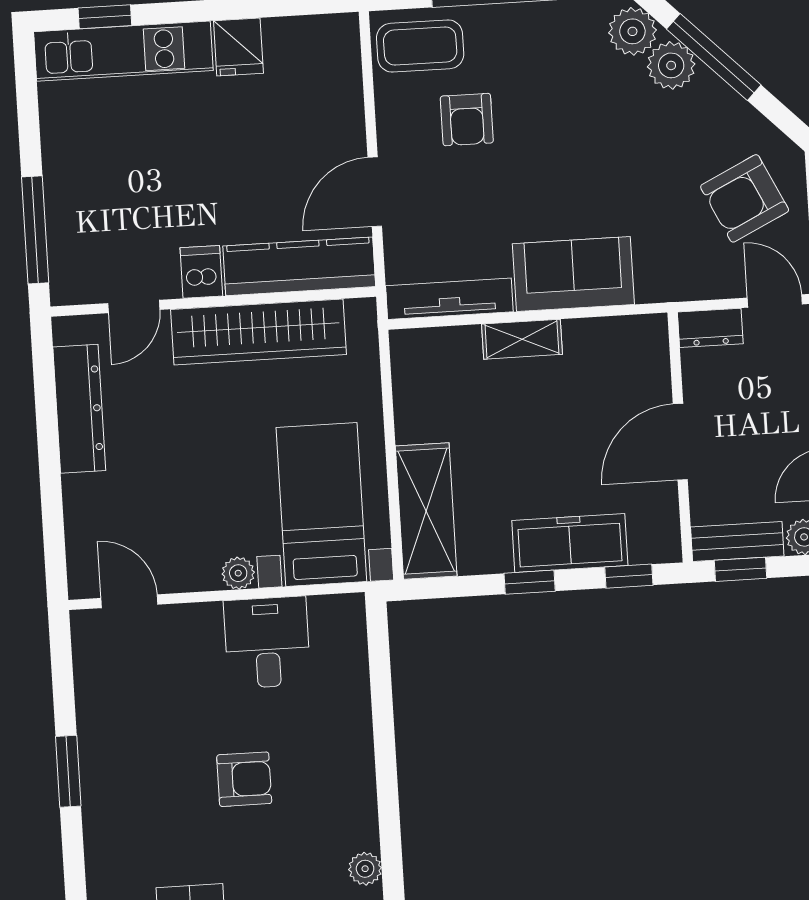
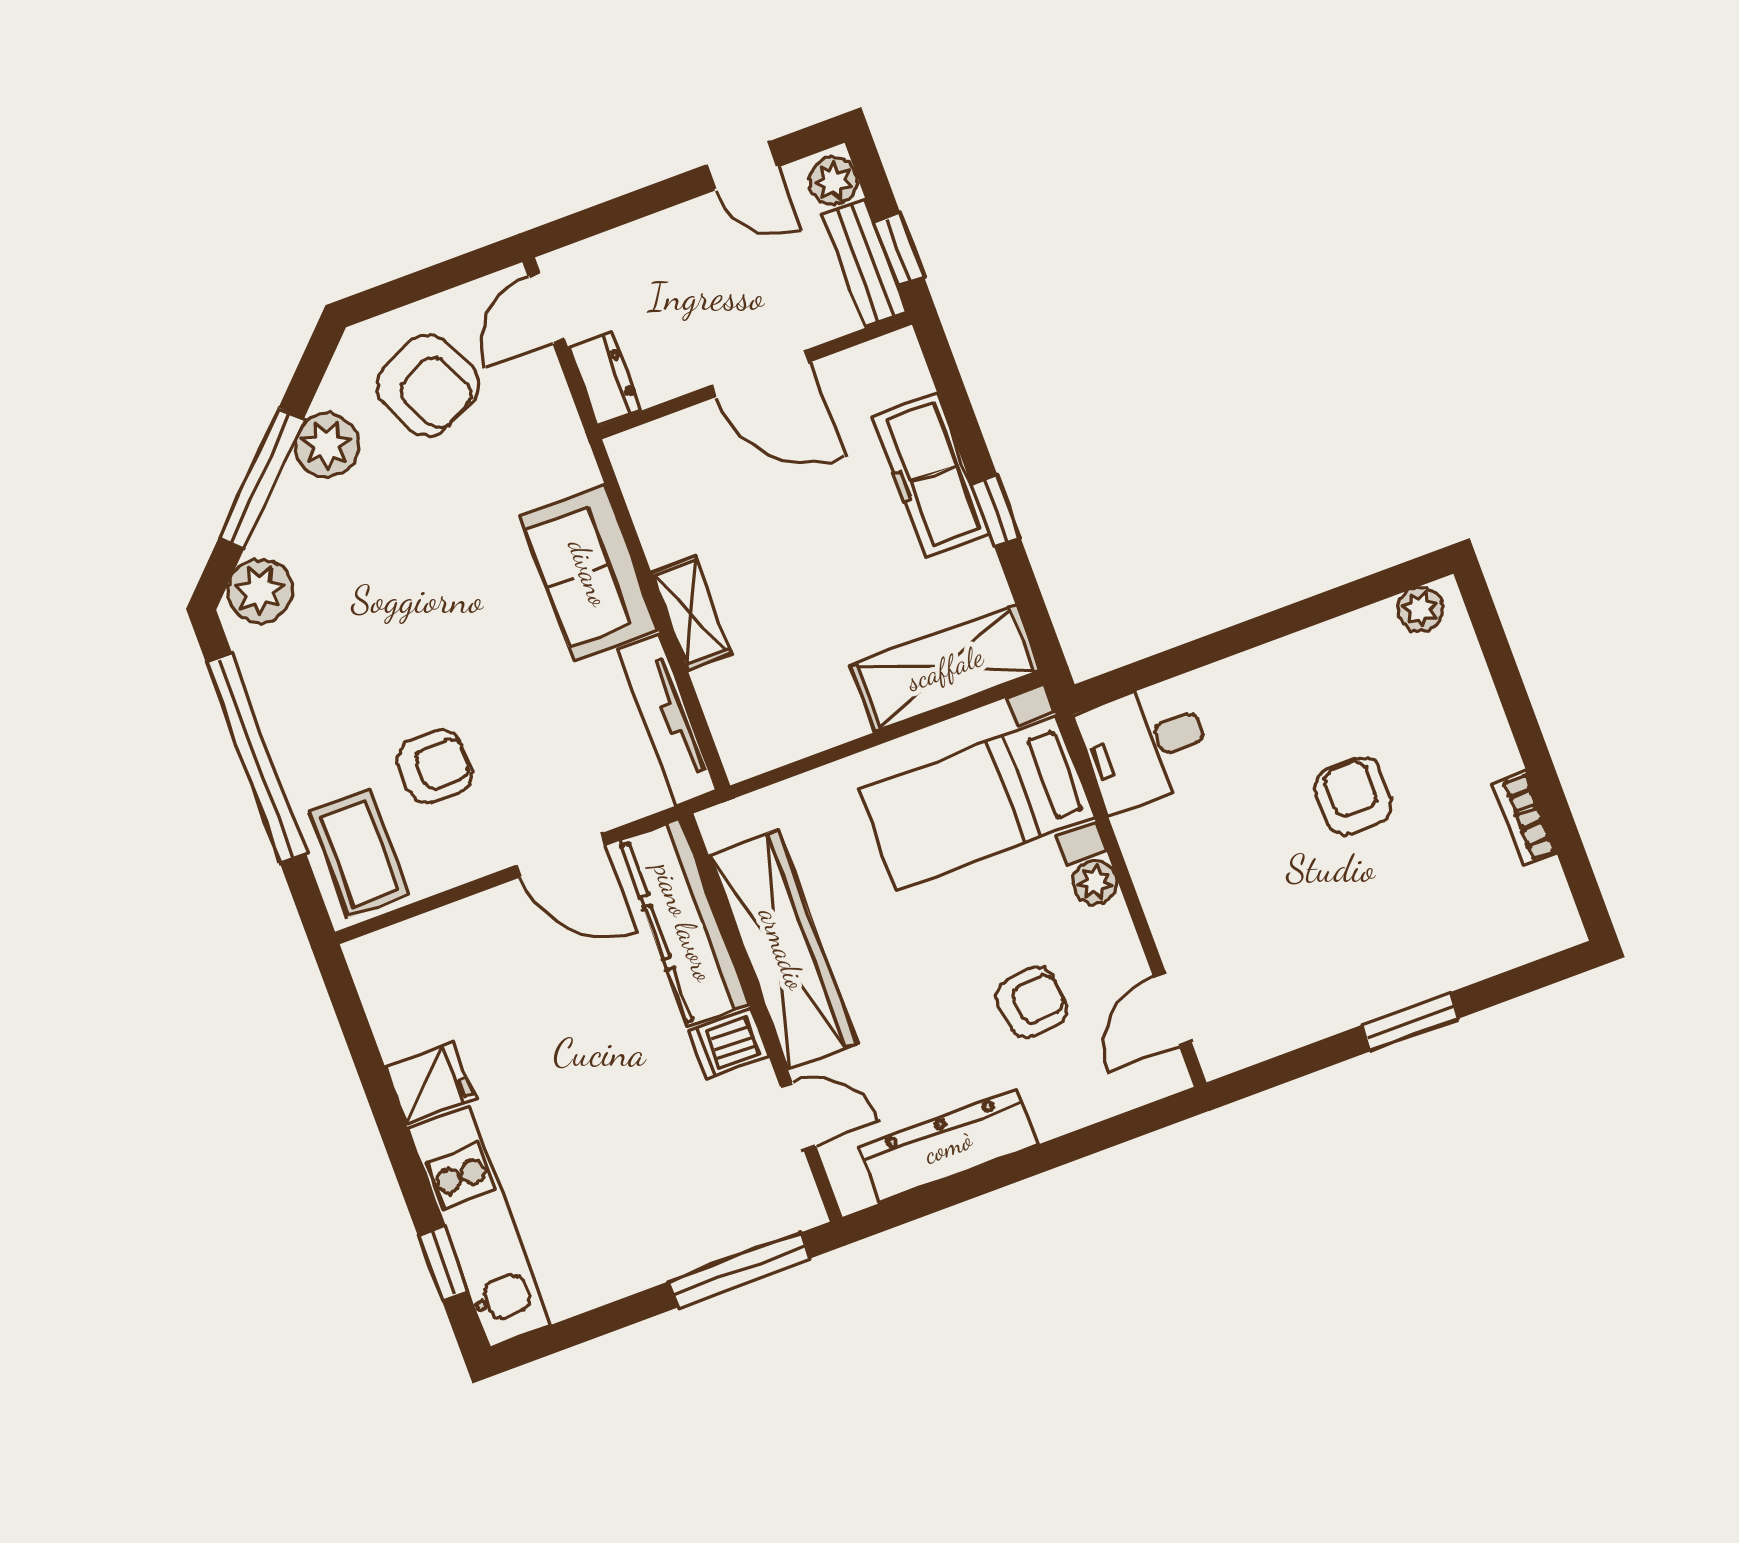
plant: (671, 65) -> (327, 445), moved
armchair: (165, 501) -> (1031, 1002), added
window: (629, 576) -> (950, 387), removed
desk: (267, 642) -> (1145, 746), moved

